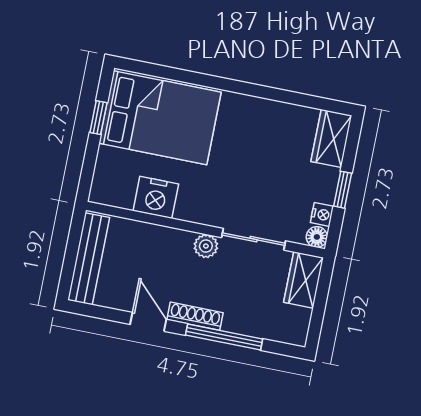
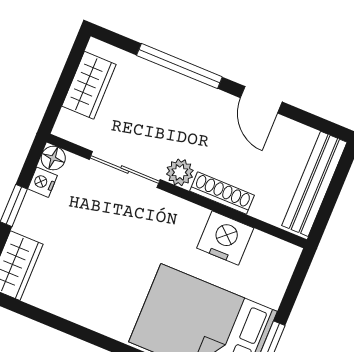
wardrobe: (304, 280) -> (89, 85), moved
shoe rack: (195, 316) -> (222, 193), moved, turned 180

